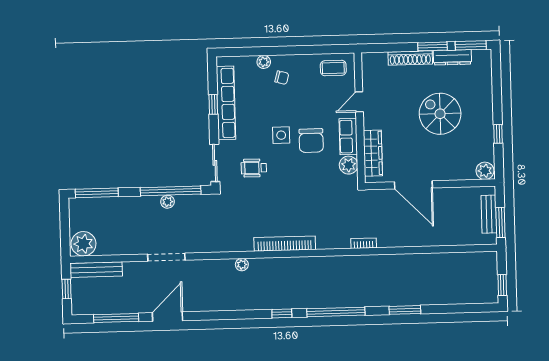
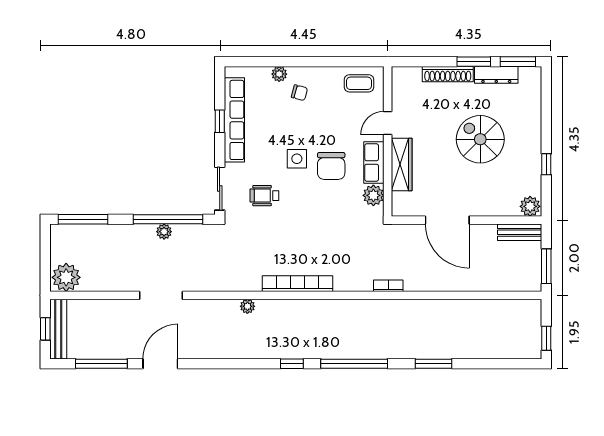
wardrobe: (373, 153) -> (402, 165), moved
bench: (489, 214) -> (520, 232), moved, turned 90
bench: (96, 270) -> (58, 329), moved, turned 90

